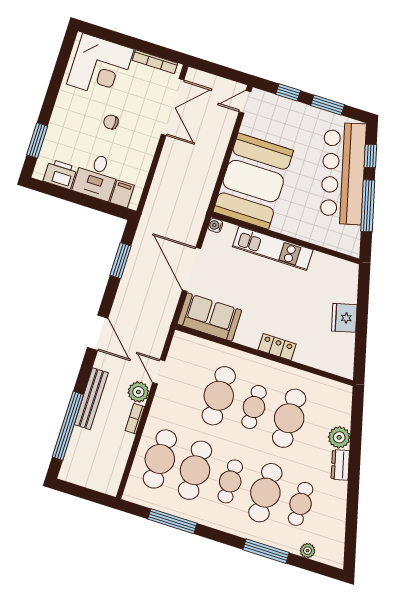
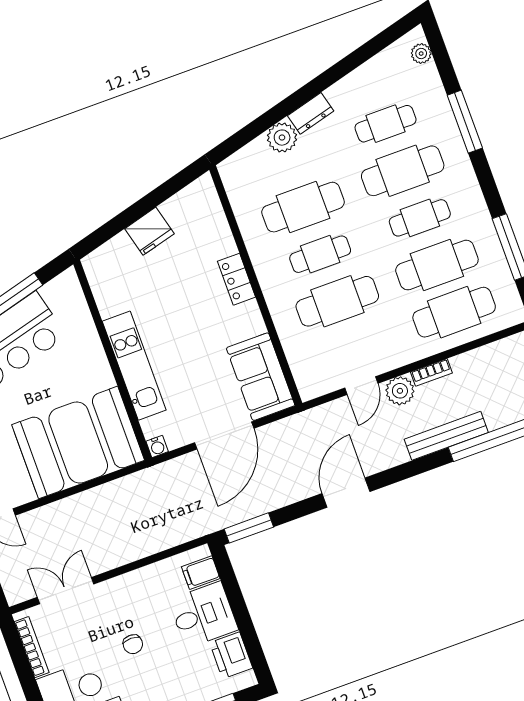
double door: (173, 107) -> (66, 591), width x0.73
window: (121, 261) -> (249, 528), moved
door: (98, 333) -> (346, 493), moved
plant: (308, 551) -> (421, 54), moved

